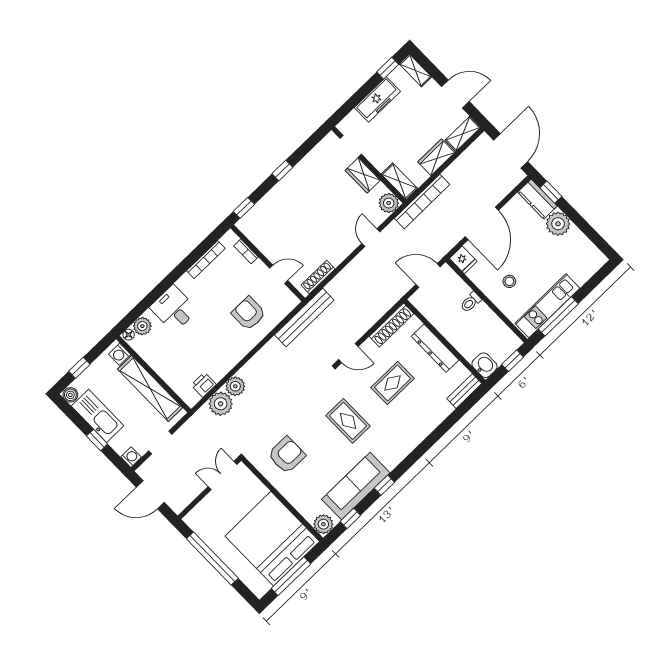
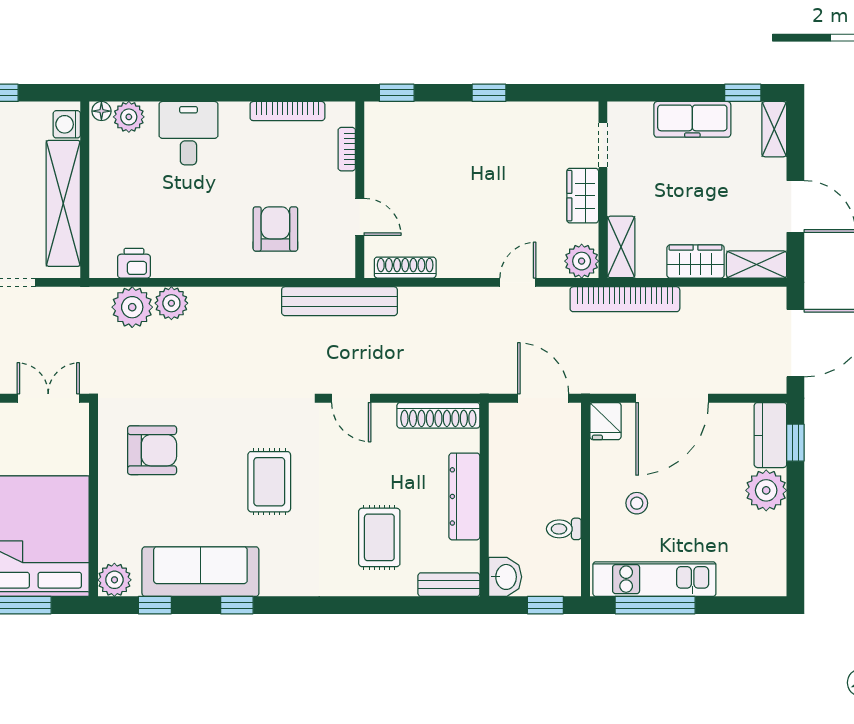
toilet: (471, 302) -> (564, 529), moved
rug: (393, 383) -> (379, 537), moved, turned 90

